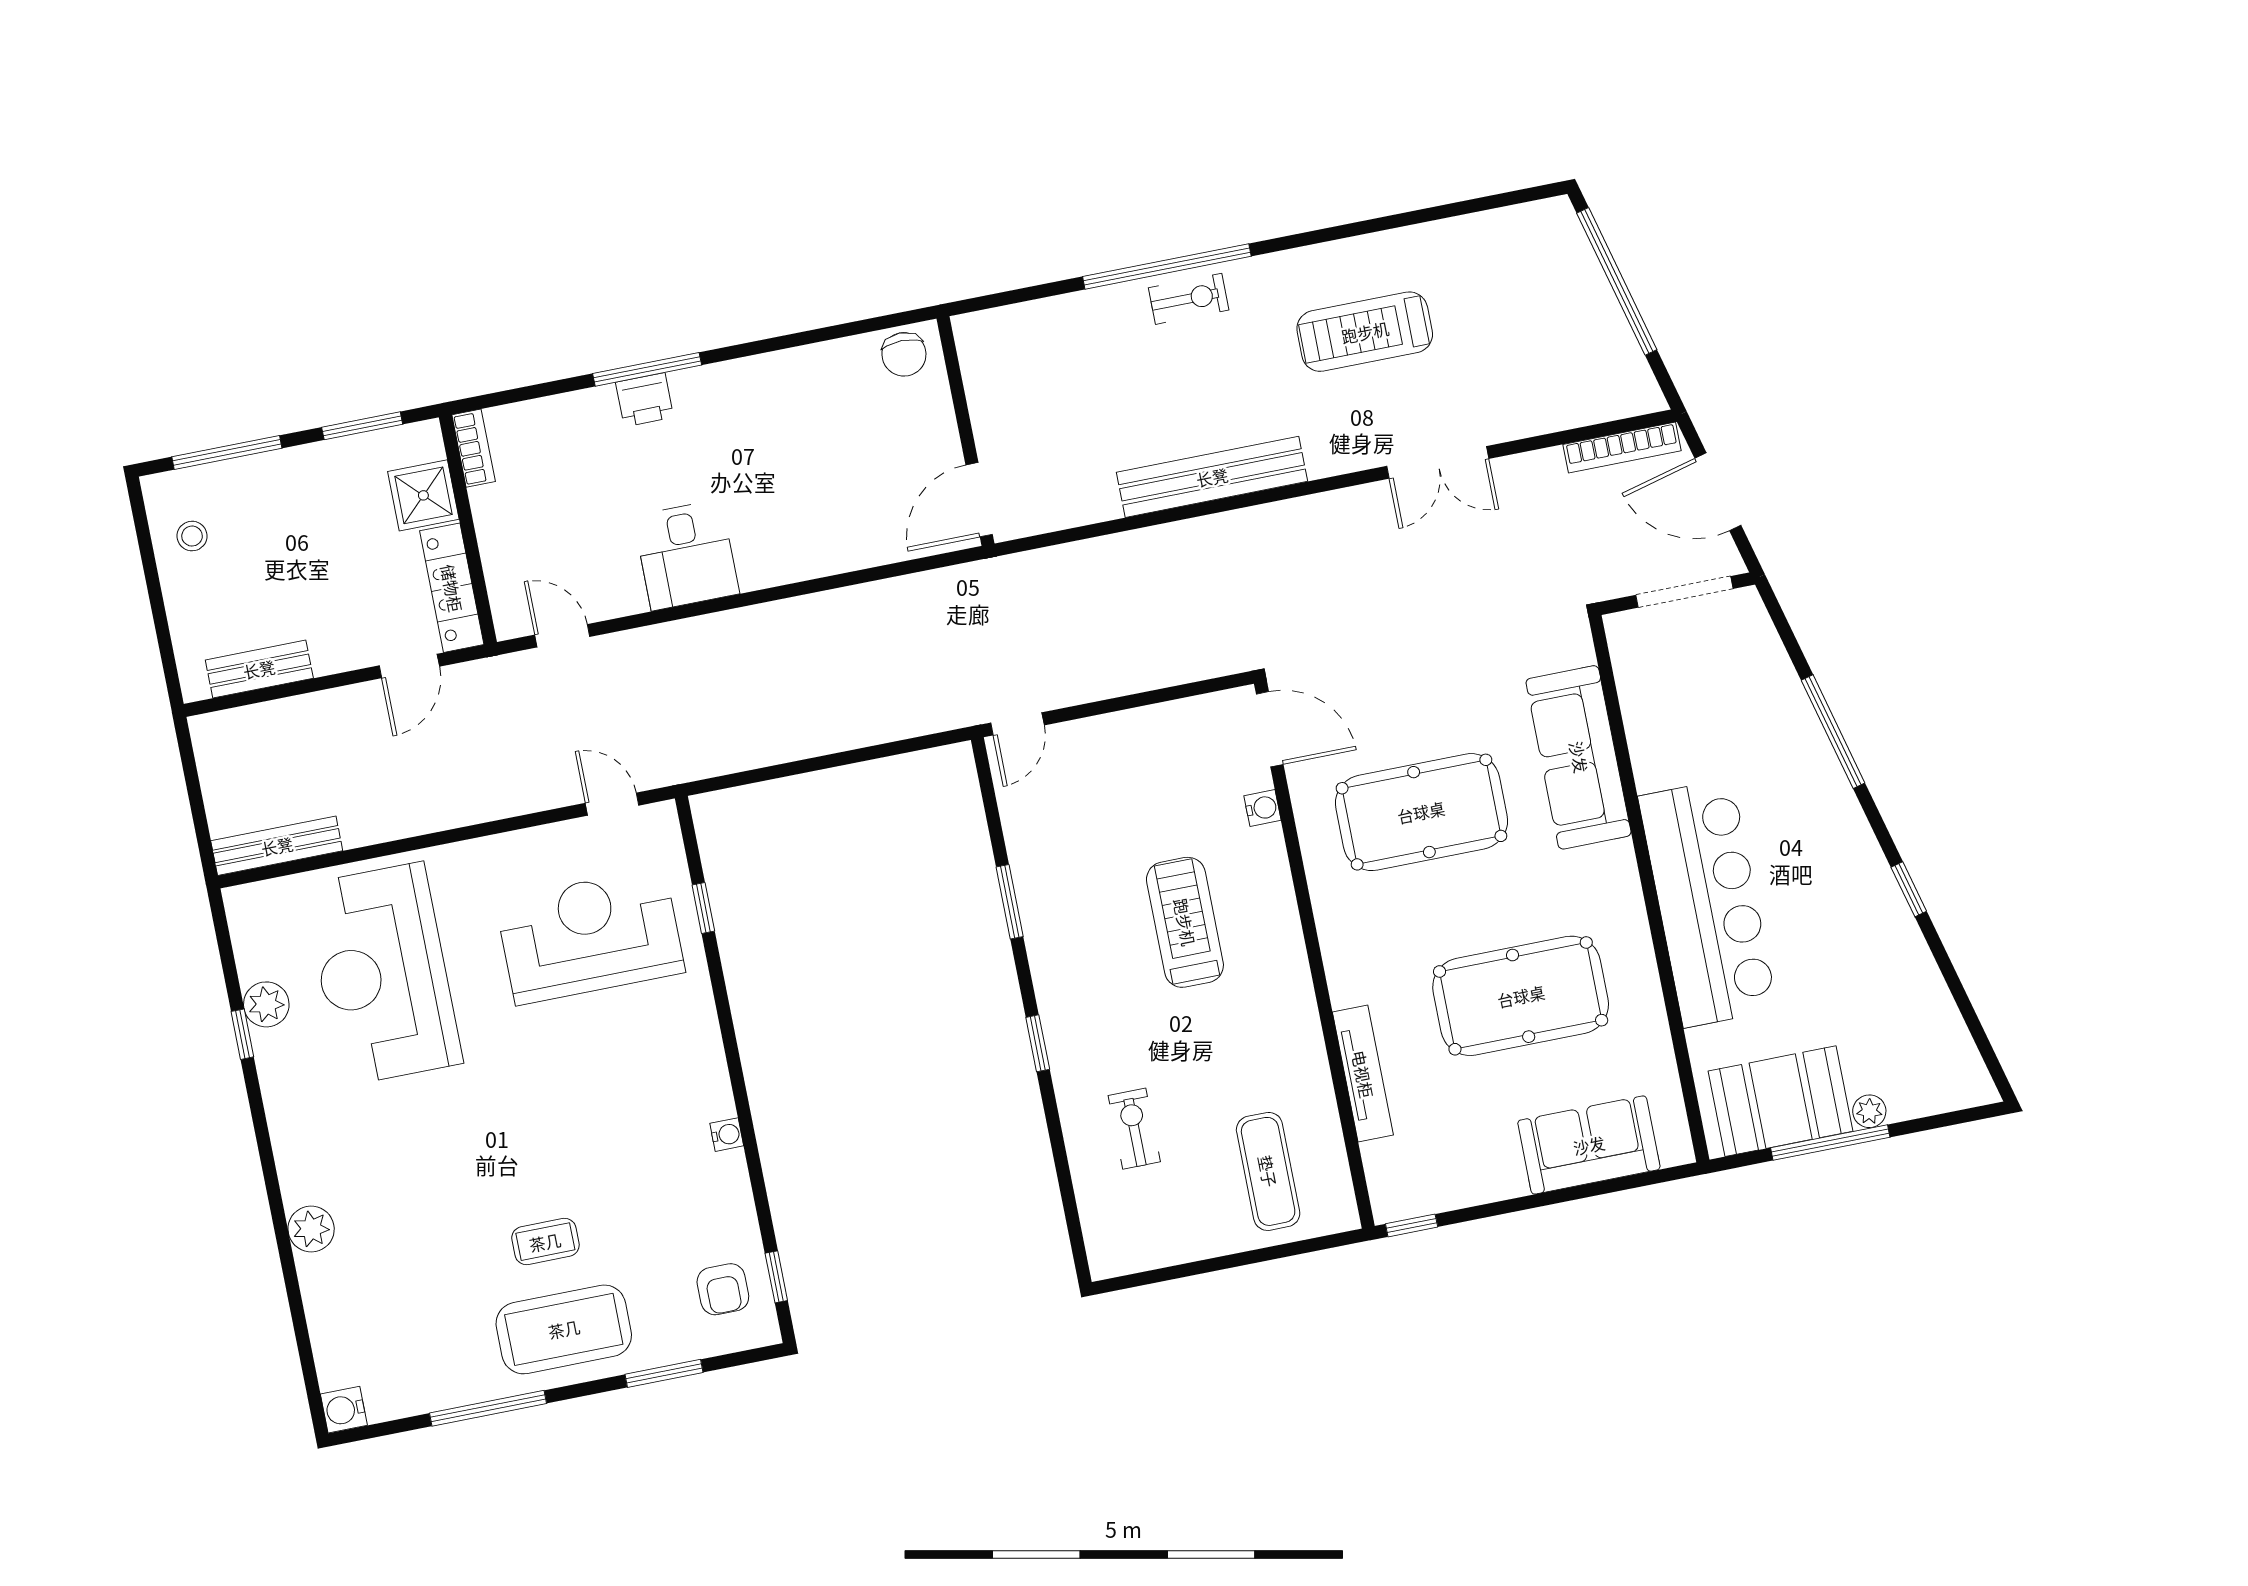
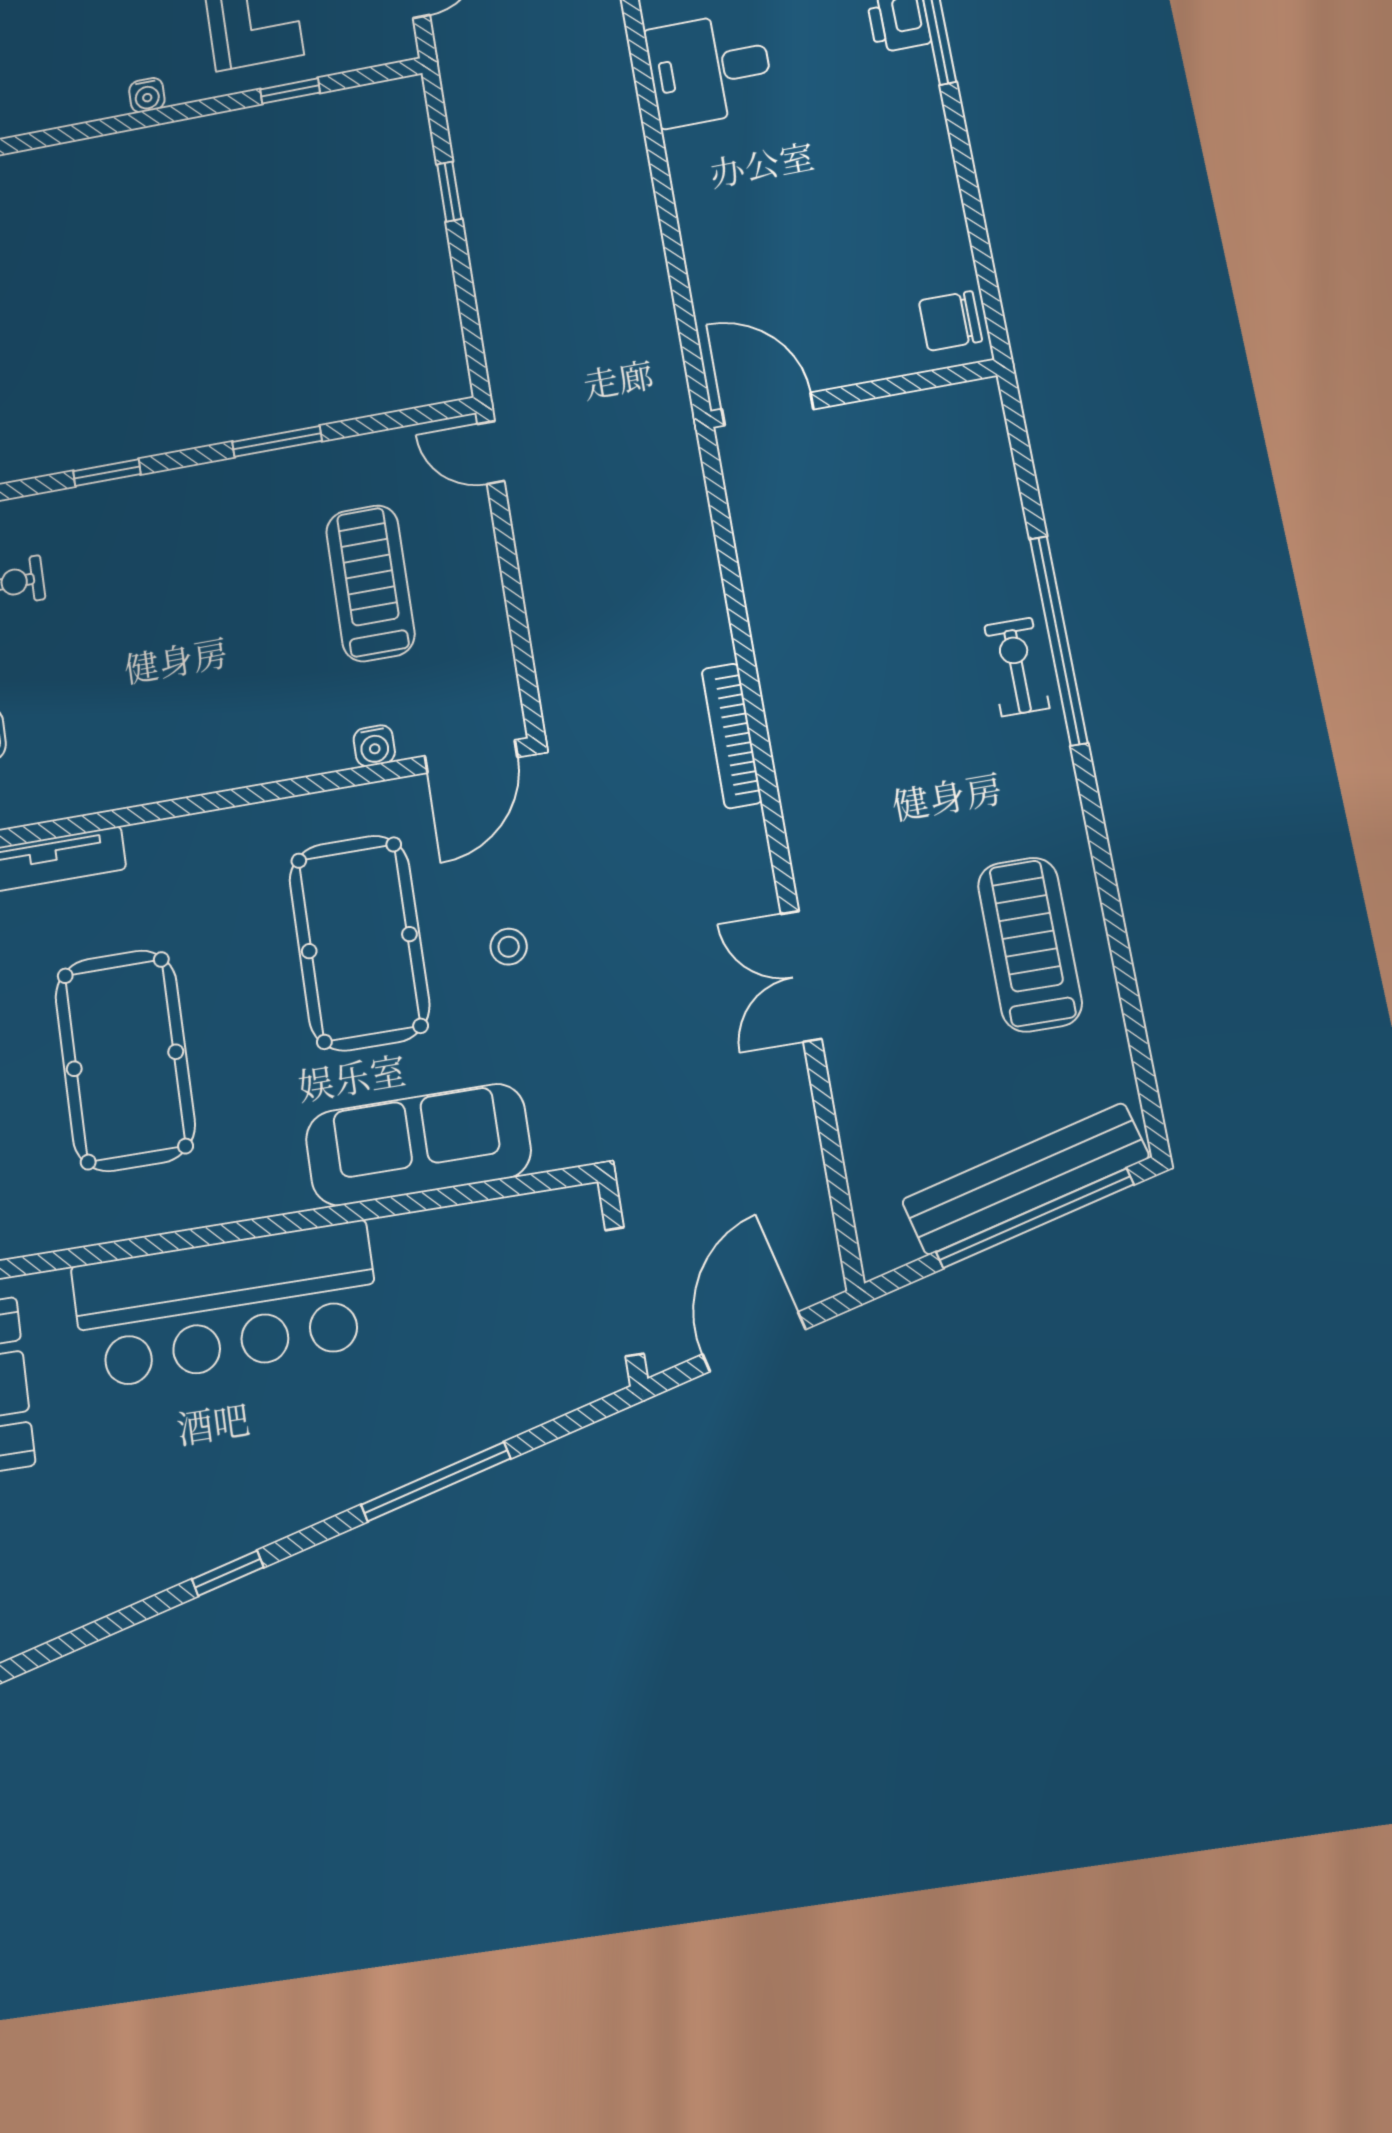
exercise bike: (1189, 299) -> (1017, 667), turned 180
treadmill: (1365, 332) -> (1030, 944), moved
bookcase: (1622, 448) -> (732, 736), moved
bench: (1212, 477) -> (1025, 1179), moved, turned 76
stool: (1421, 693) -> (509, 947), added
window: (793, 768) -> (449, 192), added
treadmill: (1185, 922) -> (370, 583), moved, turned -90
water cooler: (727, 1135) -> (147, 95), moved

